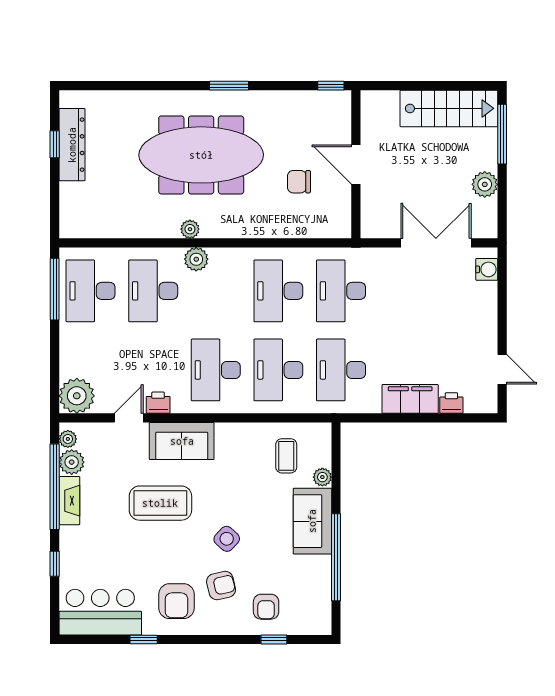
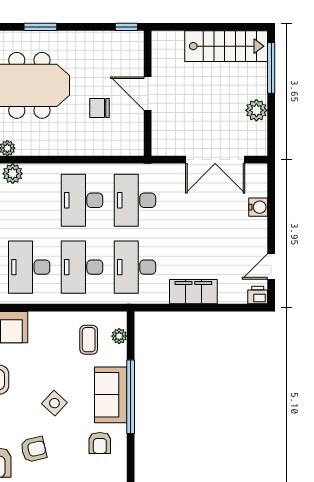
double door: (436, 243) -> (215, 160), swing flipped
water cooler: (487, 269) -> (258, 207), moved
door: (502, 369) -> (271, 267), swing flipped
printer: (451, 403) -> (258, 295), moved
plant: (322, 477) -> (119, 336), moved
side table: (227, 539) -> (54, 403), moved
window: (336, 557) -> (131, 397), moved
armchair: (266, 607) -> (100, 443), moved

